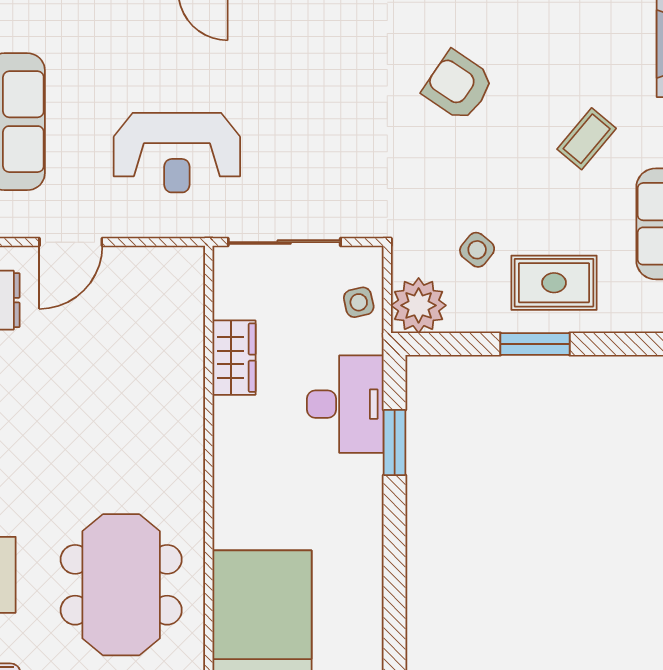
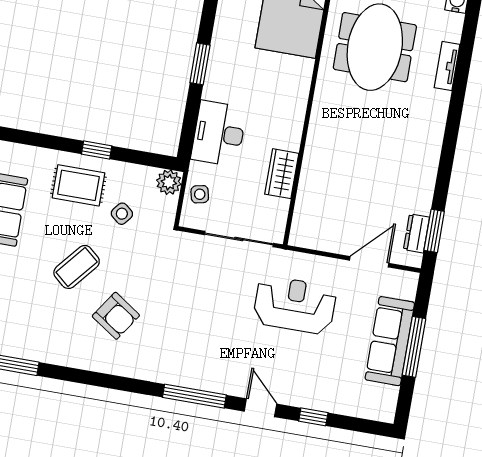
coffee table: (587, 139) -> (77, 267), moved, width x1.36, depth x1.30
plant: (419, 305) -> (169, 182), width x0.73, depth x0.73
window: (535, 344) -> (97, 150), width x0.67
window: (395, 442) -> (200, 64), moved

